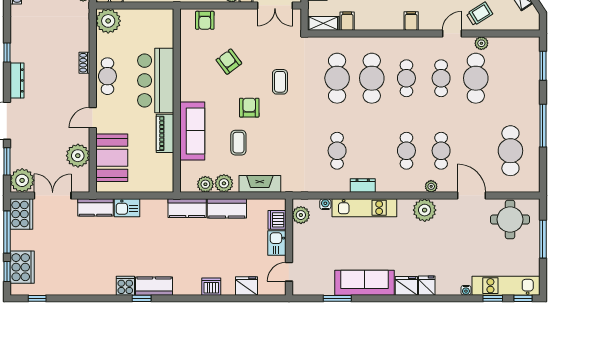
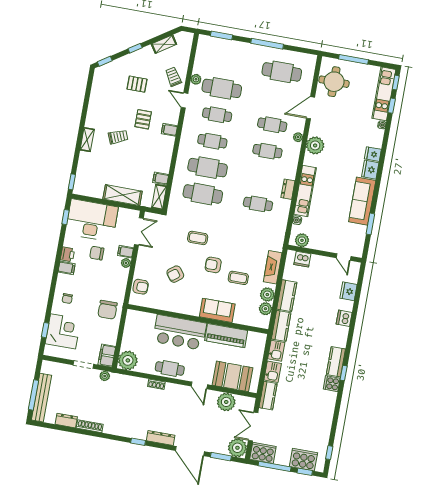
sofa: (192, 131) -> (217, 310), width x0.73
piano: (165, 133) -> (226, 336), width x1.37, depth x1.33
kitchen sink: (277, 243) -> (276, 351), moved, turned -90

